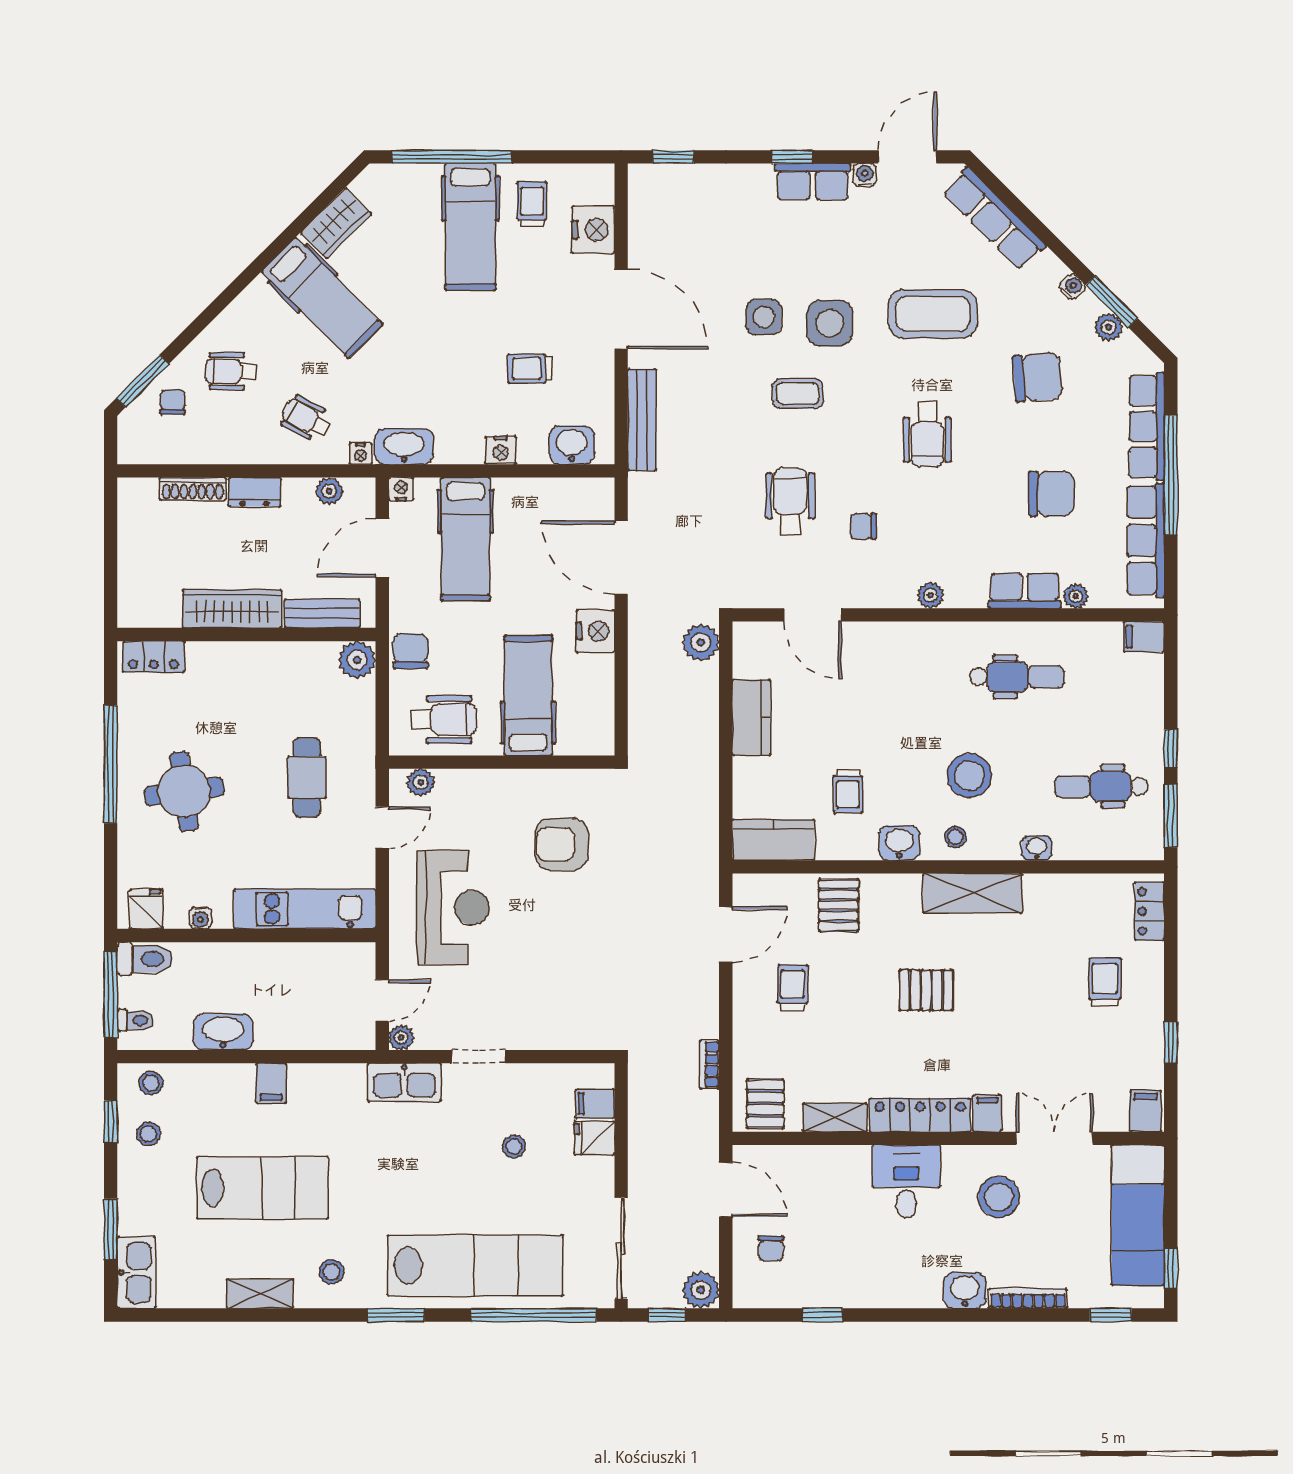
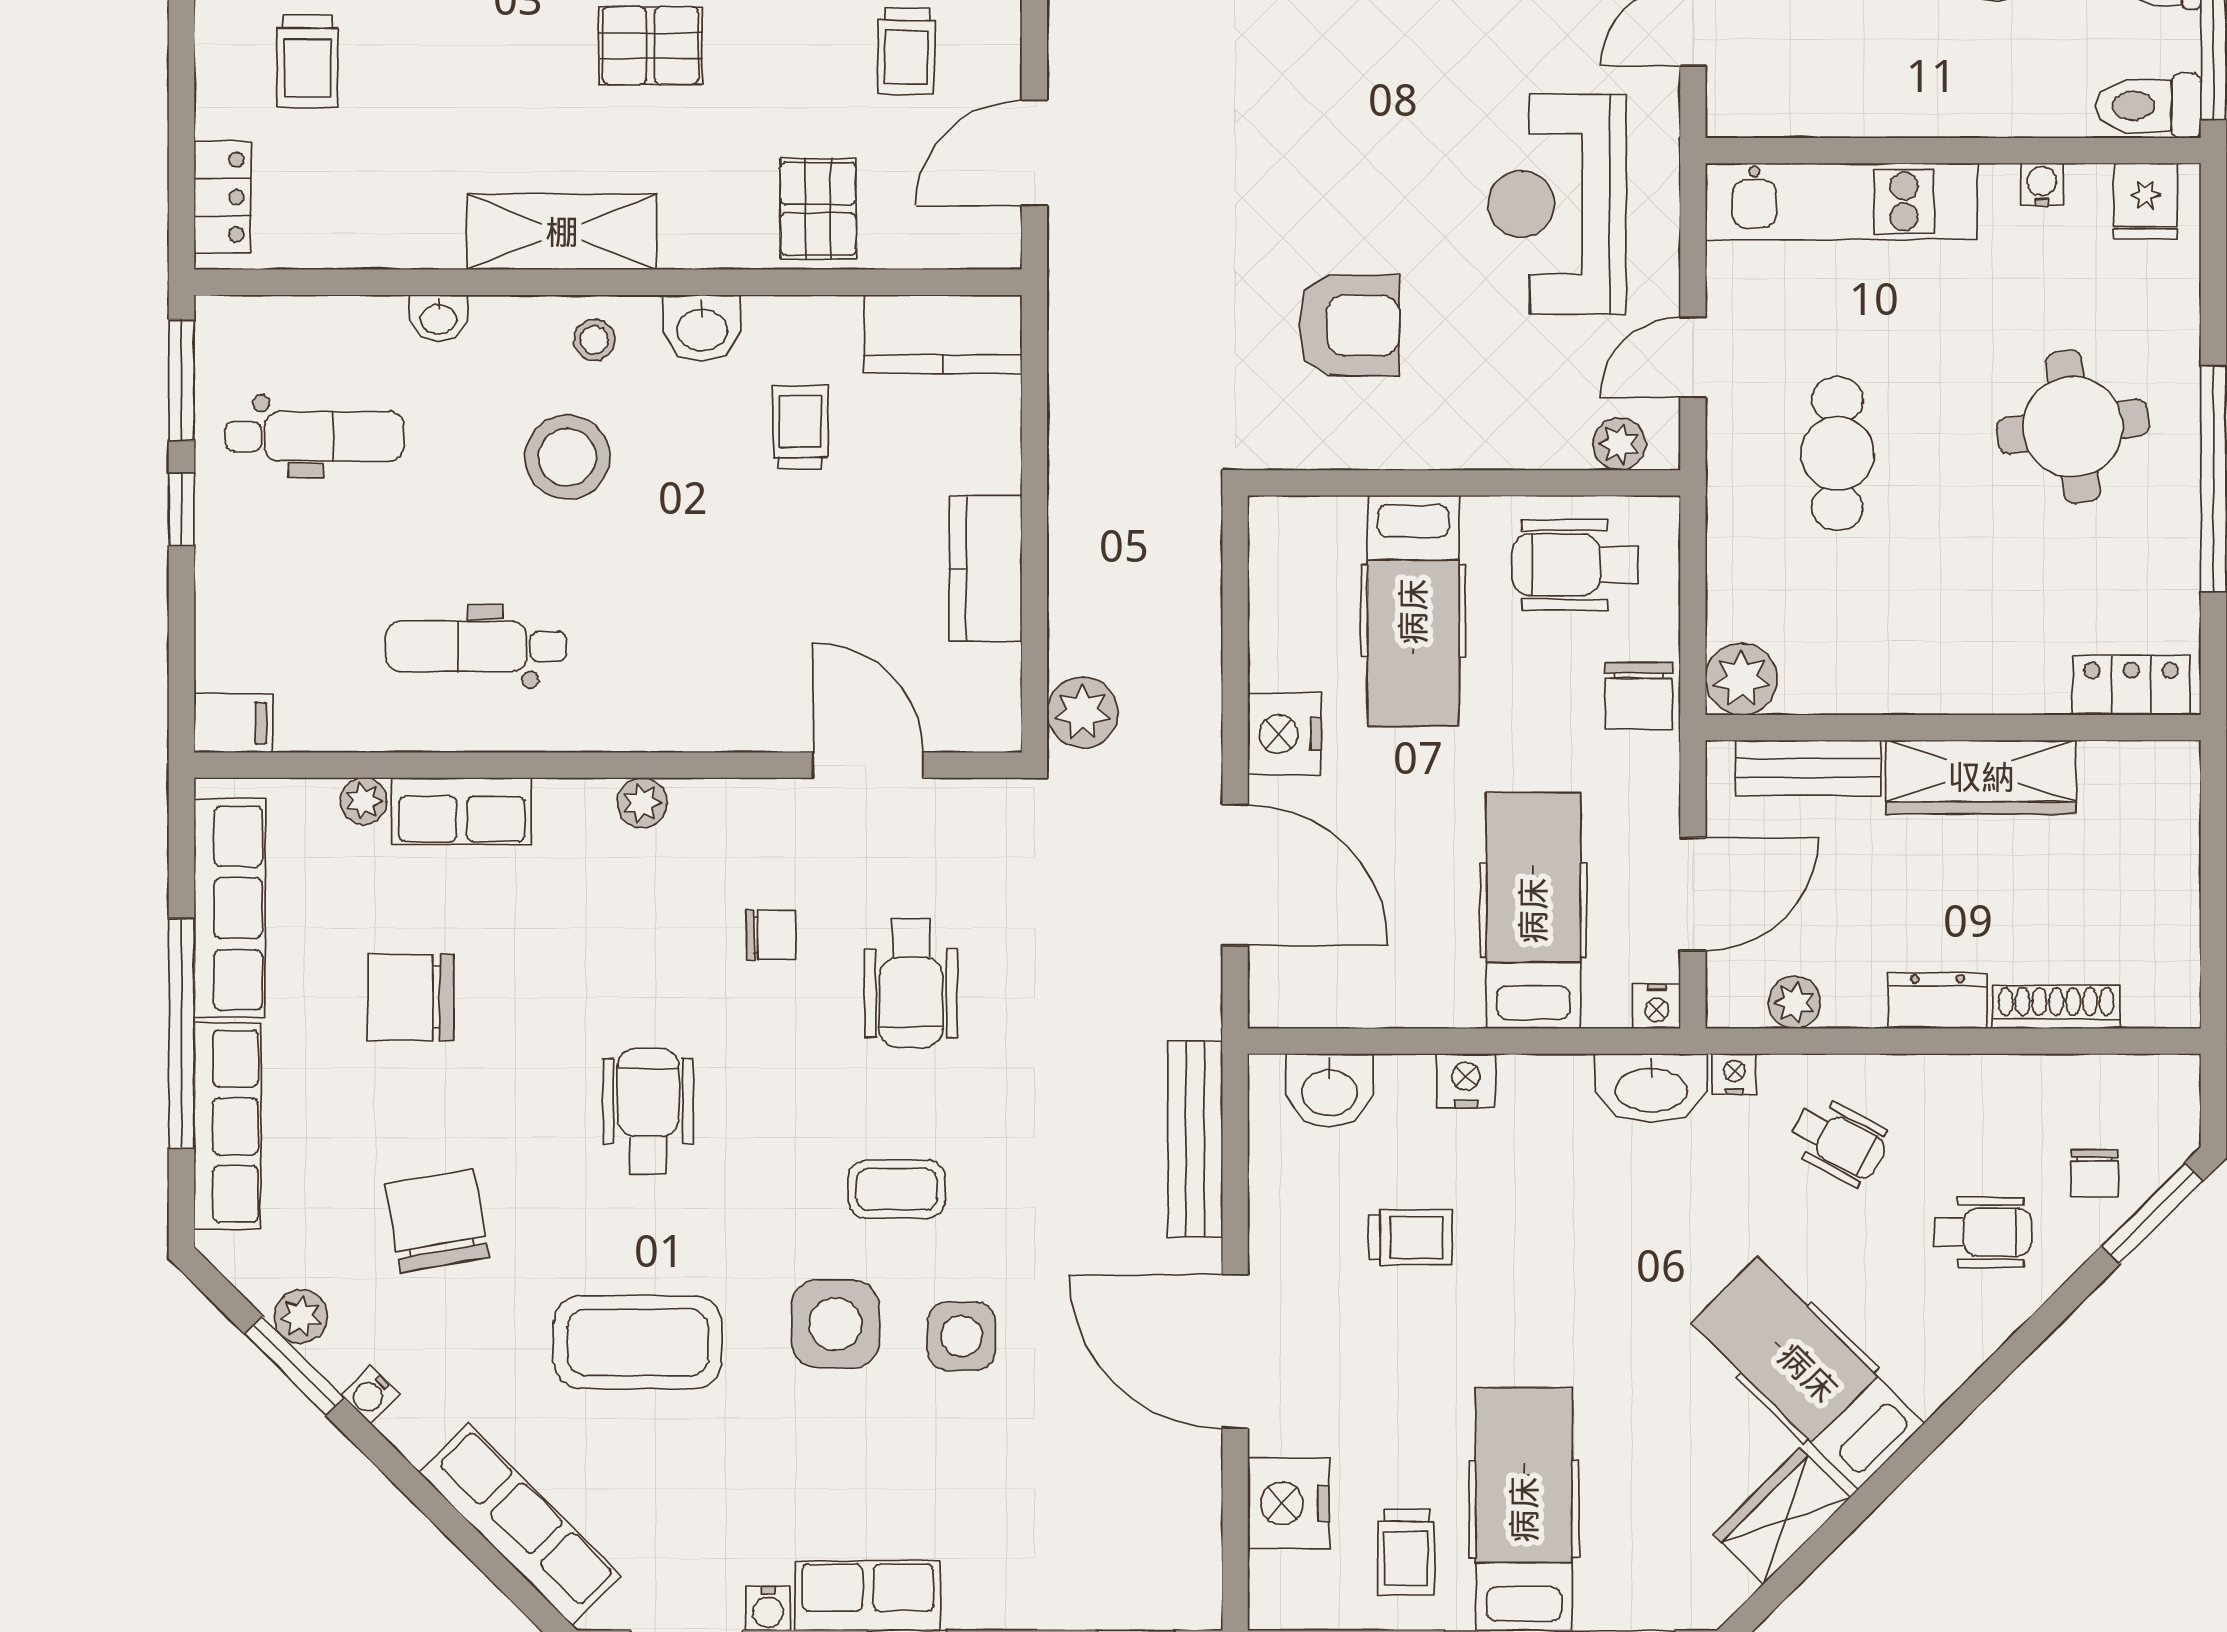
chair: (1038, 377) -> (437, 1221), turned 85

